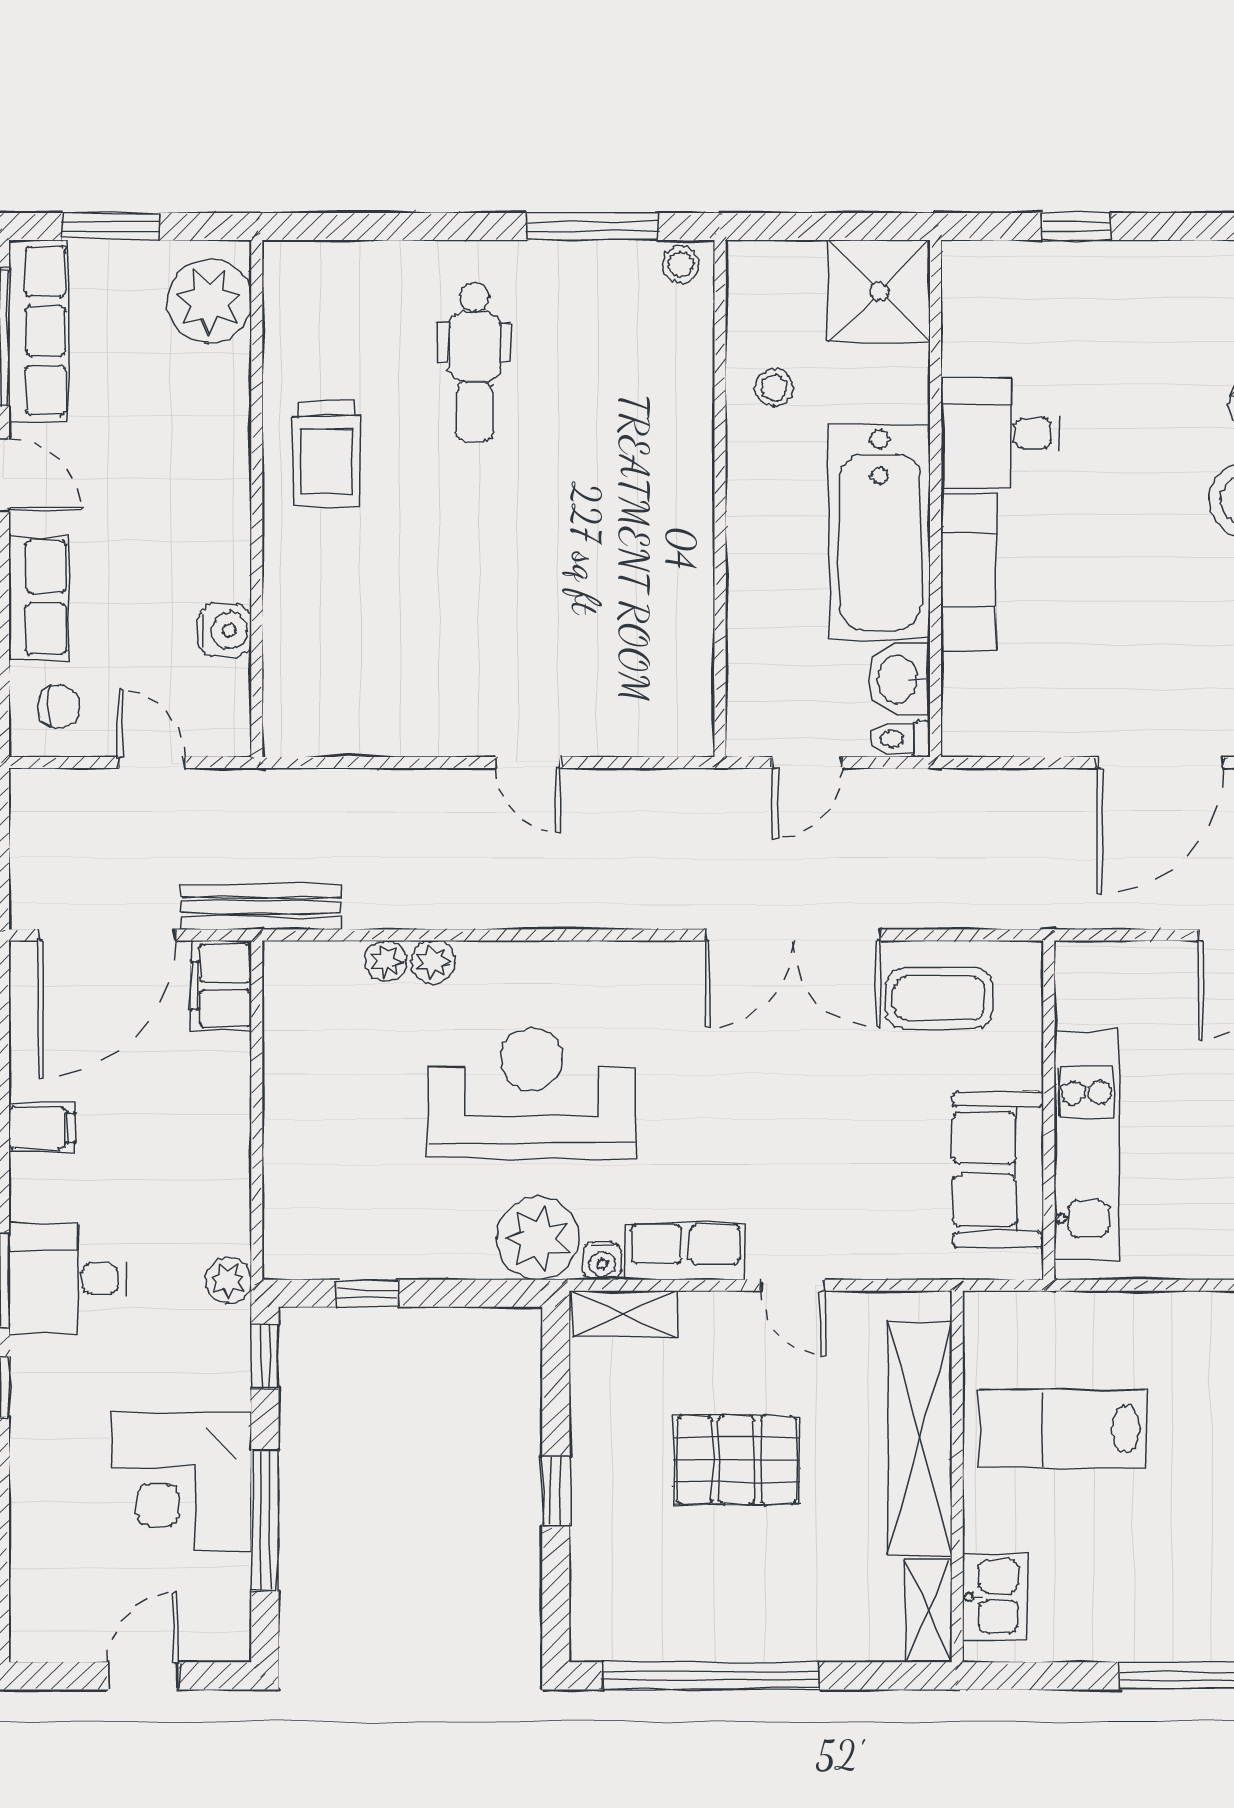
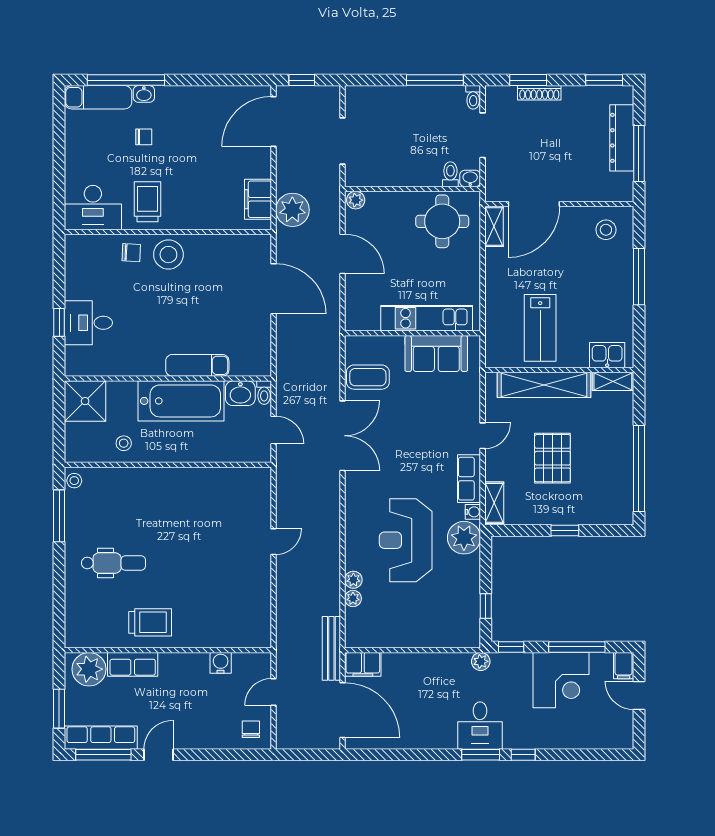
desk: (1001, 433) -> (88, 323), moved, turned 90
row of seats: (39, 598) -> (133, 664), moved, turned 180
coffee table: (939, 998) -> (368, 377), turned 90
filing cabinet: (42, 1128) -> (624, 666), moved, turned 180

